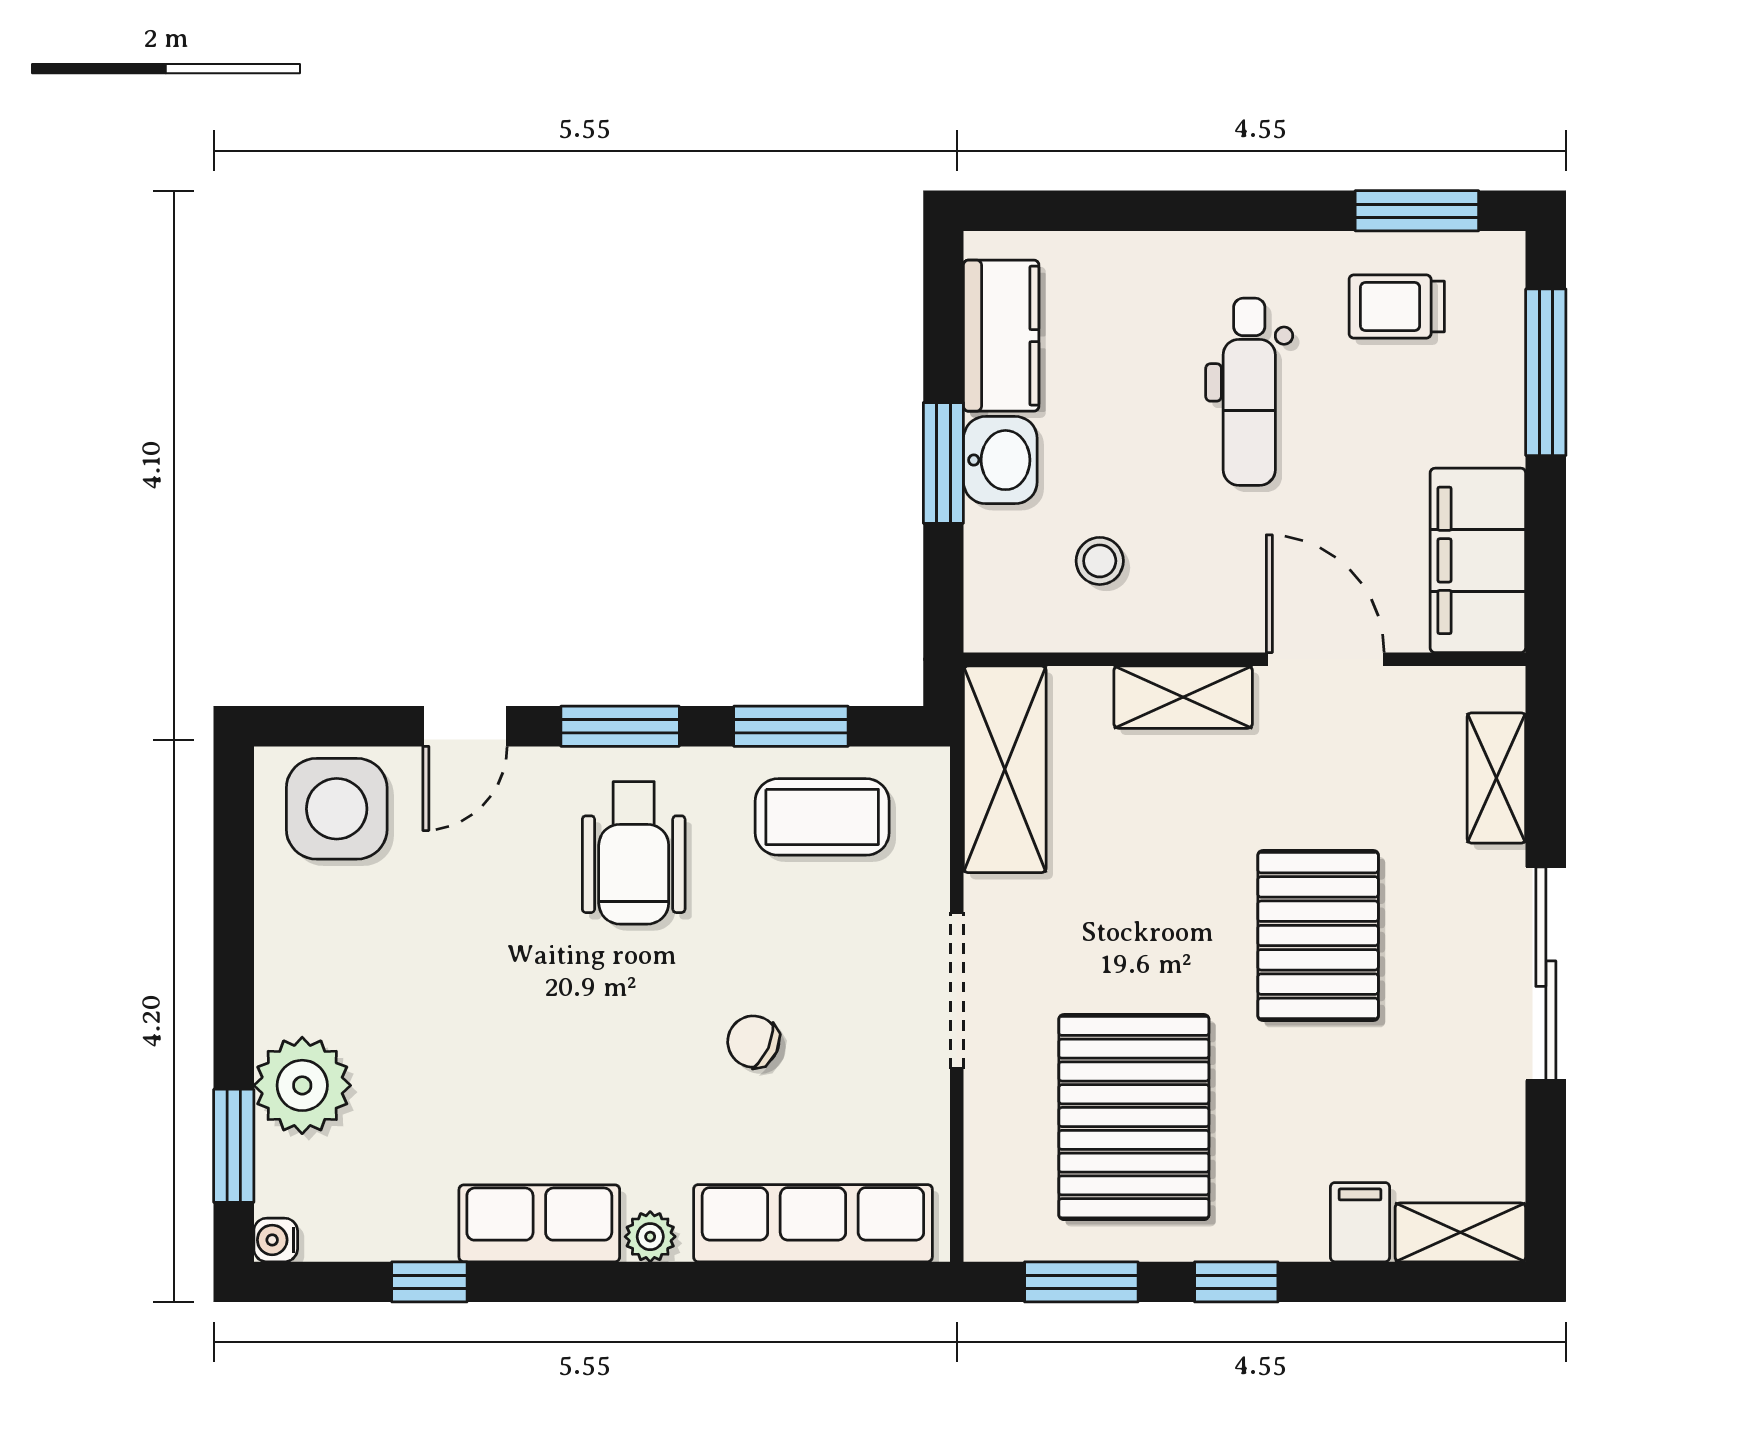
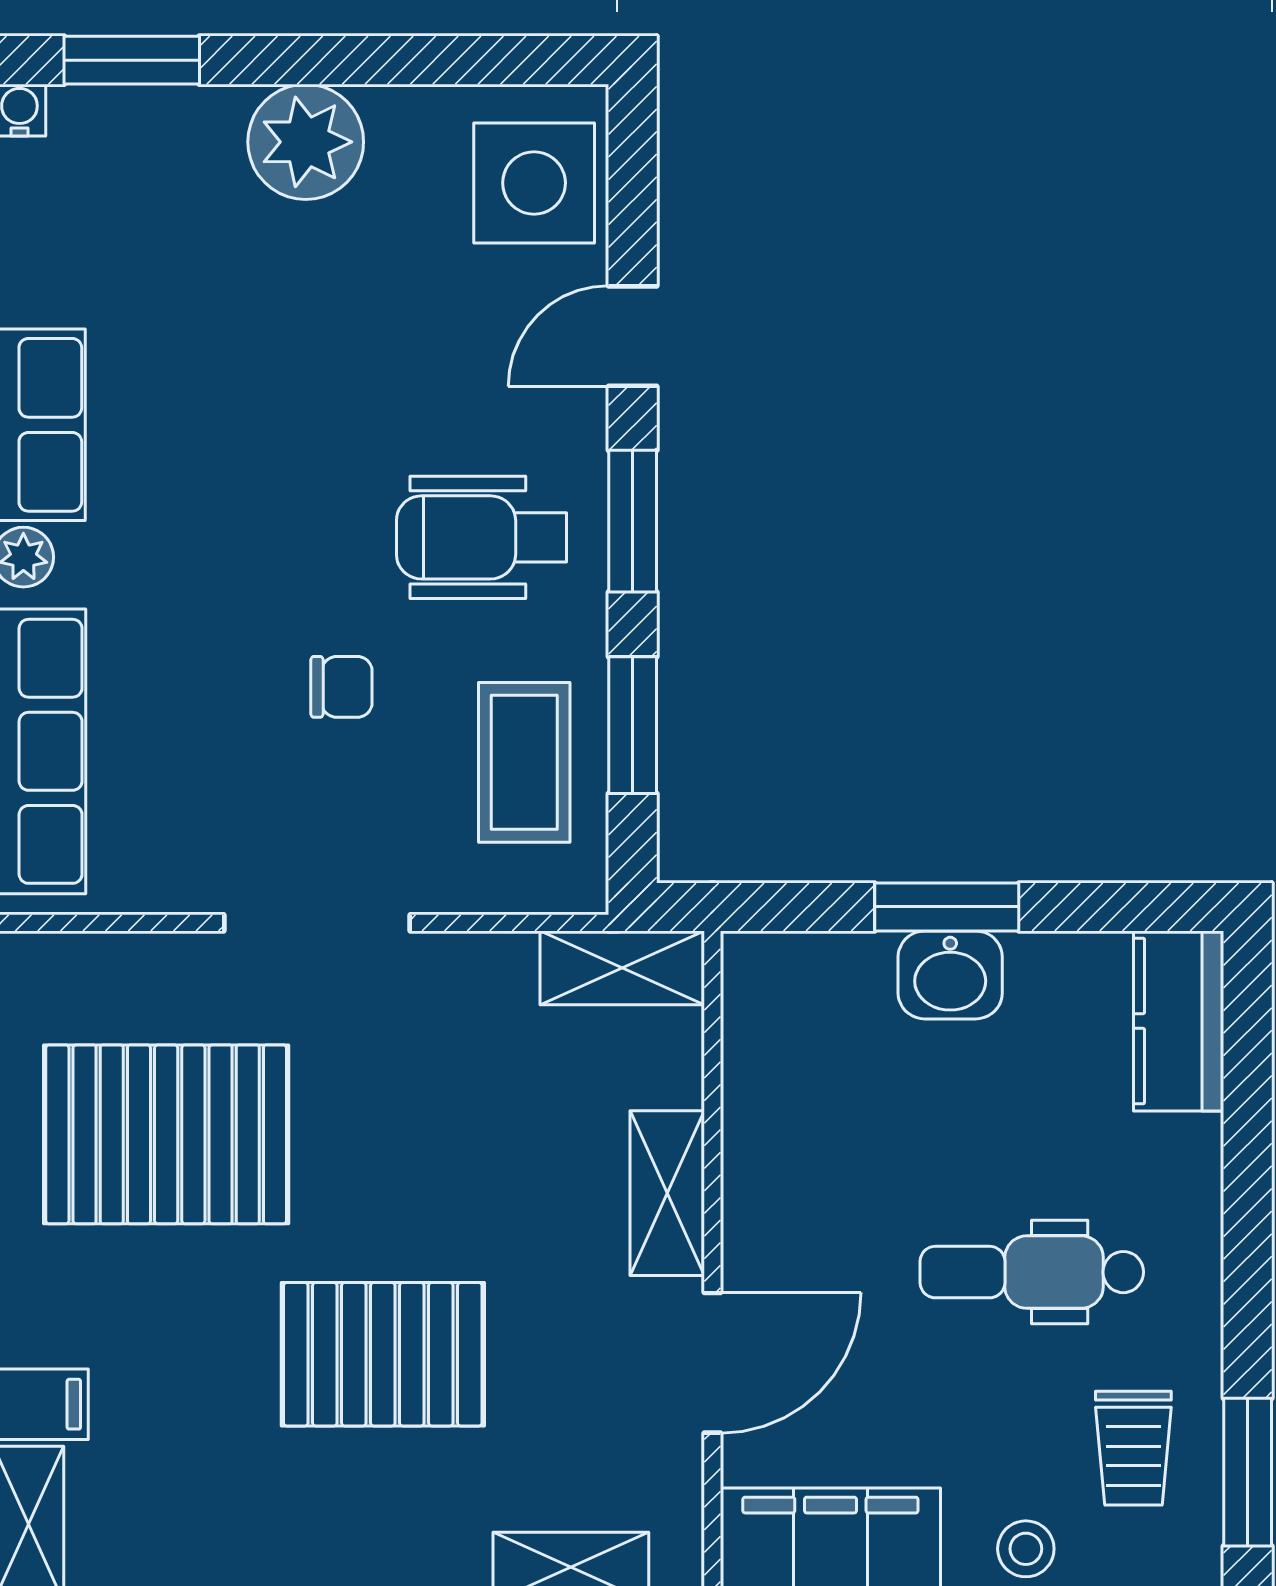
trolley: (1397, 307) -> (1133, 1448), turned 180
kitchen counter: (1001, 336) -> (1179, 1021), moved, turned 90
stool: (1100, 561) -> (1026, 1549), moved
door: (465, 726) -> (633, 336), hinge flipped
shelving: (1005, 769) -> (622, 968), width x0.67, depth x0.75
chair: (753, 1042) -> (341, 687), moved, turned 66
plant: (302, 1085) -> (306, 142), moved

